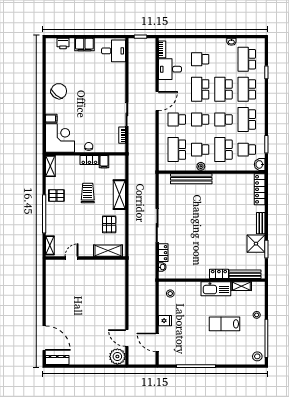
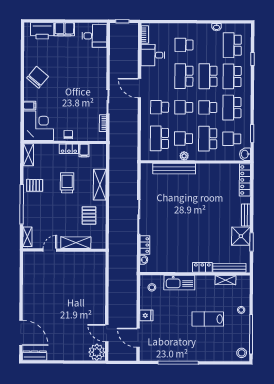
printer: (63, 44) -> (42, 31), width x1.87, depth x1.48
door: (157, 101) -> (139, 88), swing flipped
shelving: (108, 251) -> (76, 243), moved
kitchen sink: (216, 289) -> (179, 283), moved

